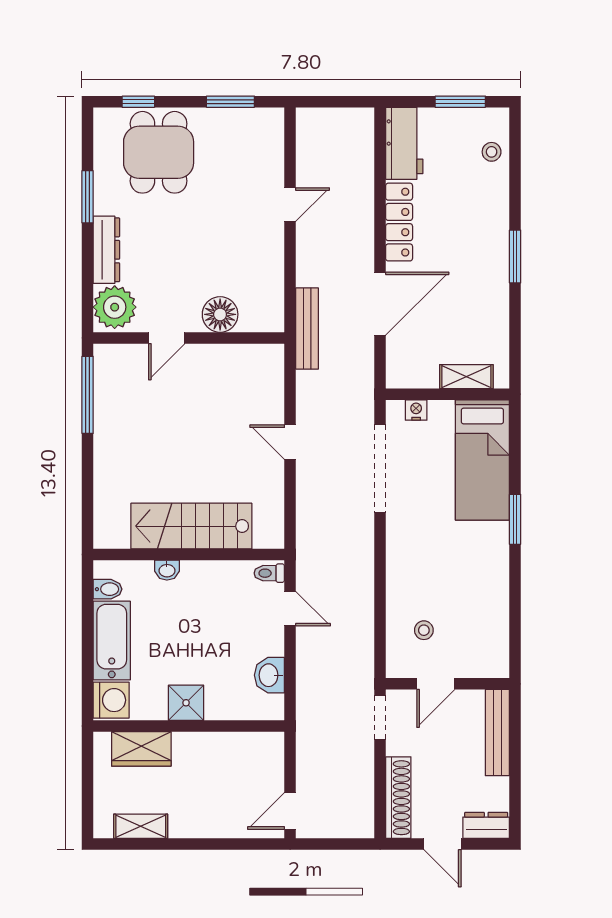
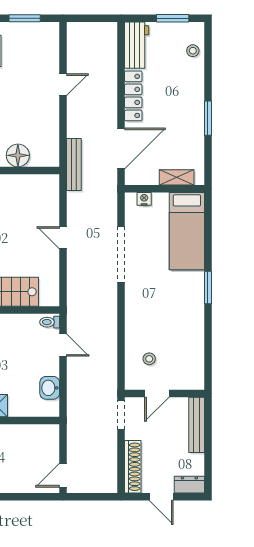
shelving: (466, 377) -> (177, 177), moved
wall: (448, 394) -> (164, 189), moved
nightstand: (416, 410) -> (144, 199), moved
bed: (482, 460) -> (187, 231), moved

